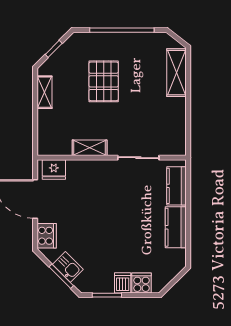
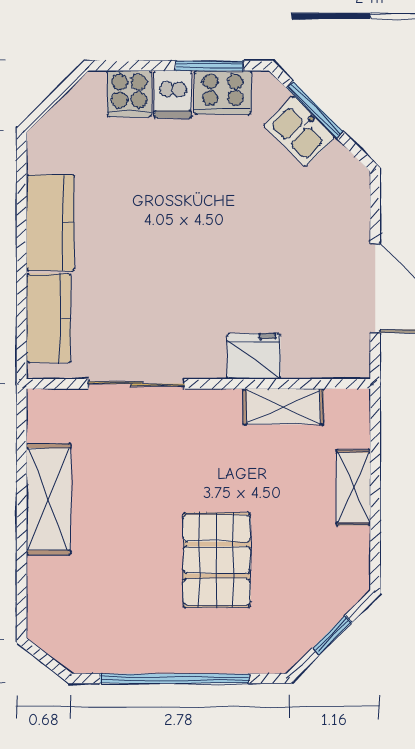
shelving: (176, 73) -> (48, 499), moved
shelving: (45, 92) -> (353, 488), moved
shelving: (90, 148) -> (283, 407), moved
fridge: (54, 169) -> (254, 356), moved
cooker: (47, 236) -> (223, 92), moved, turned -90

